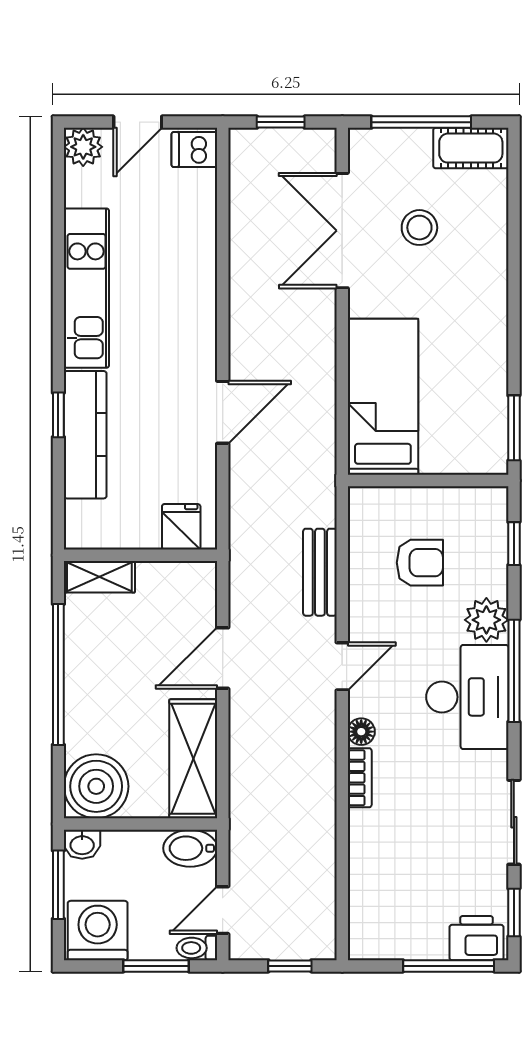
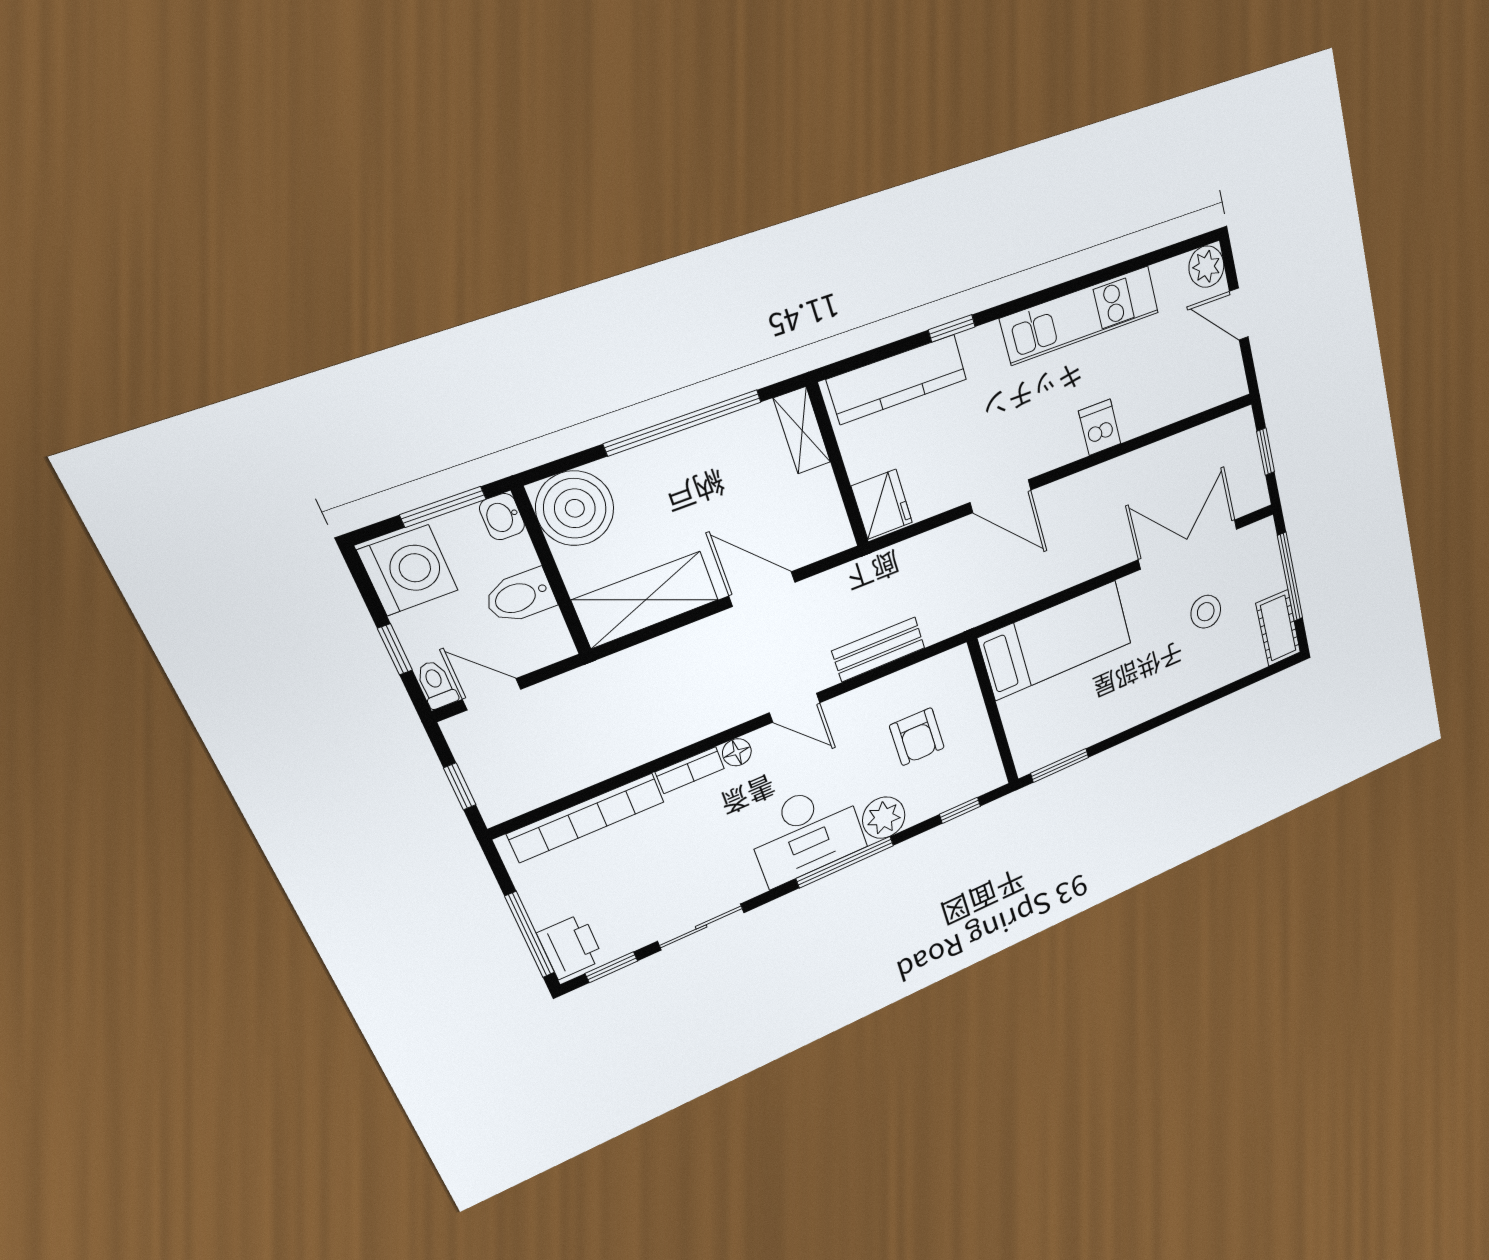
dishwasher: (194, 150) -> (1100, 427), moved
kitchen counter: (85, 435) -> (897, 379), moved
fridge: (181, 527) -> (882, 504), width x1.38
bidet: (190, 848) -> (520, 597), moved, turned -90
bookcase: (363, 879) -> (586, 818), added
window: (156, 966) -> (395, 649), width x0.67

